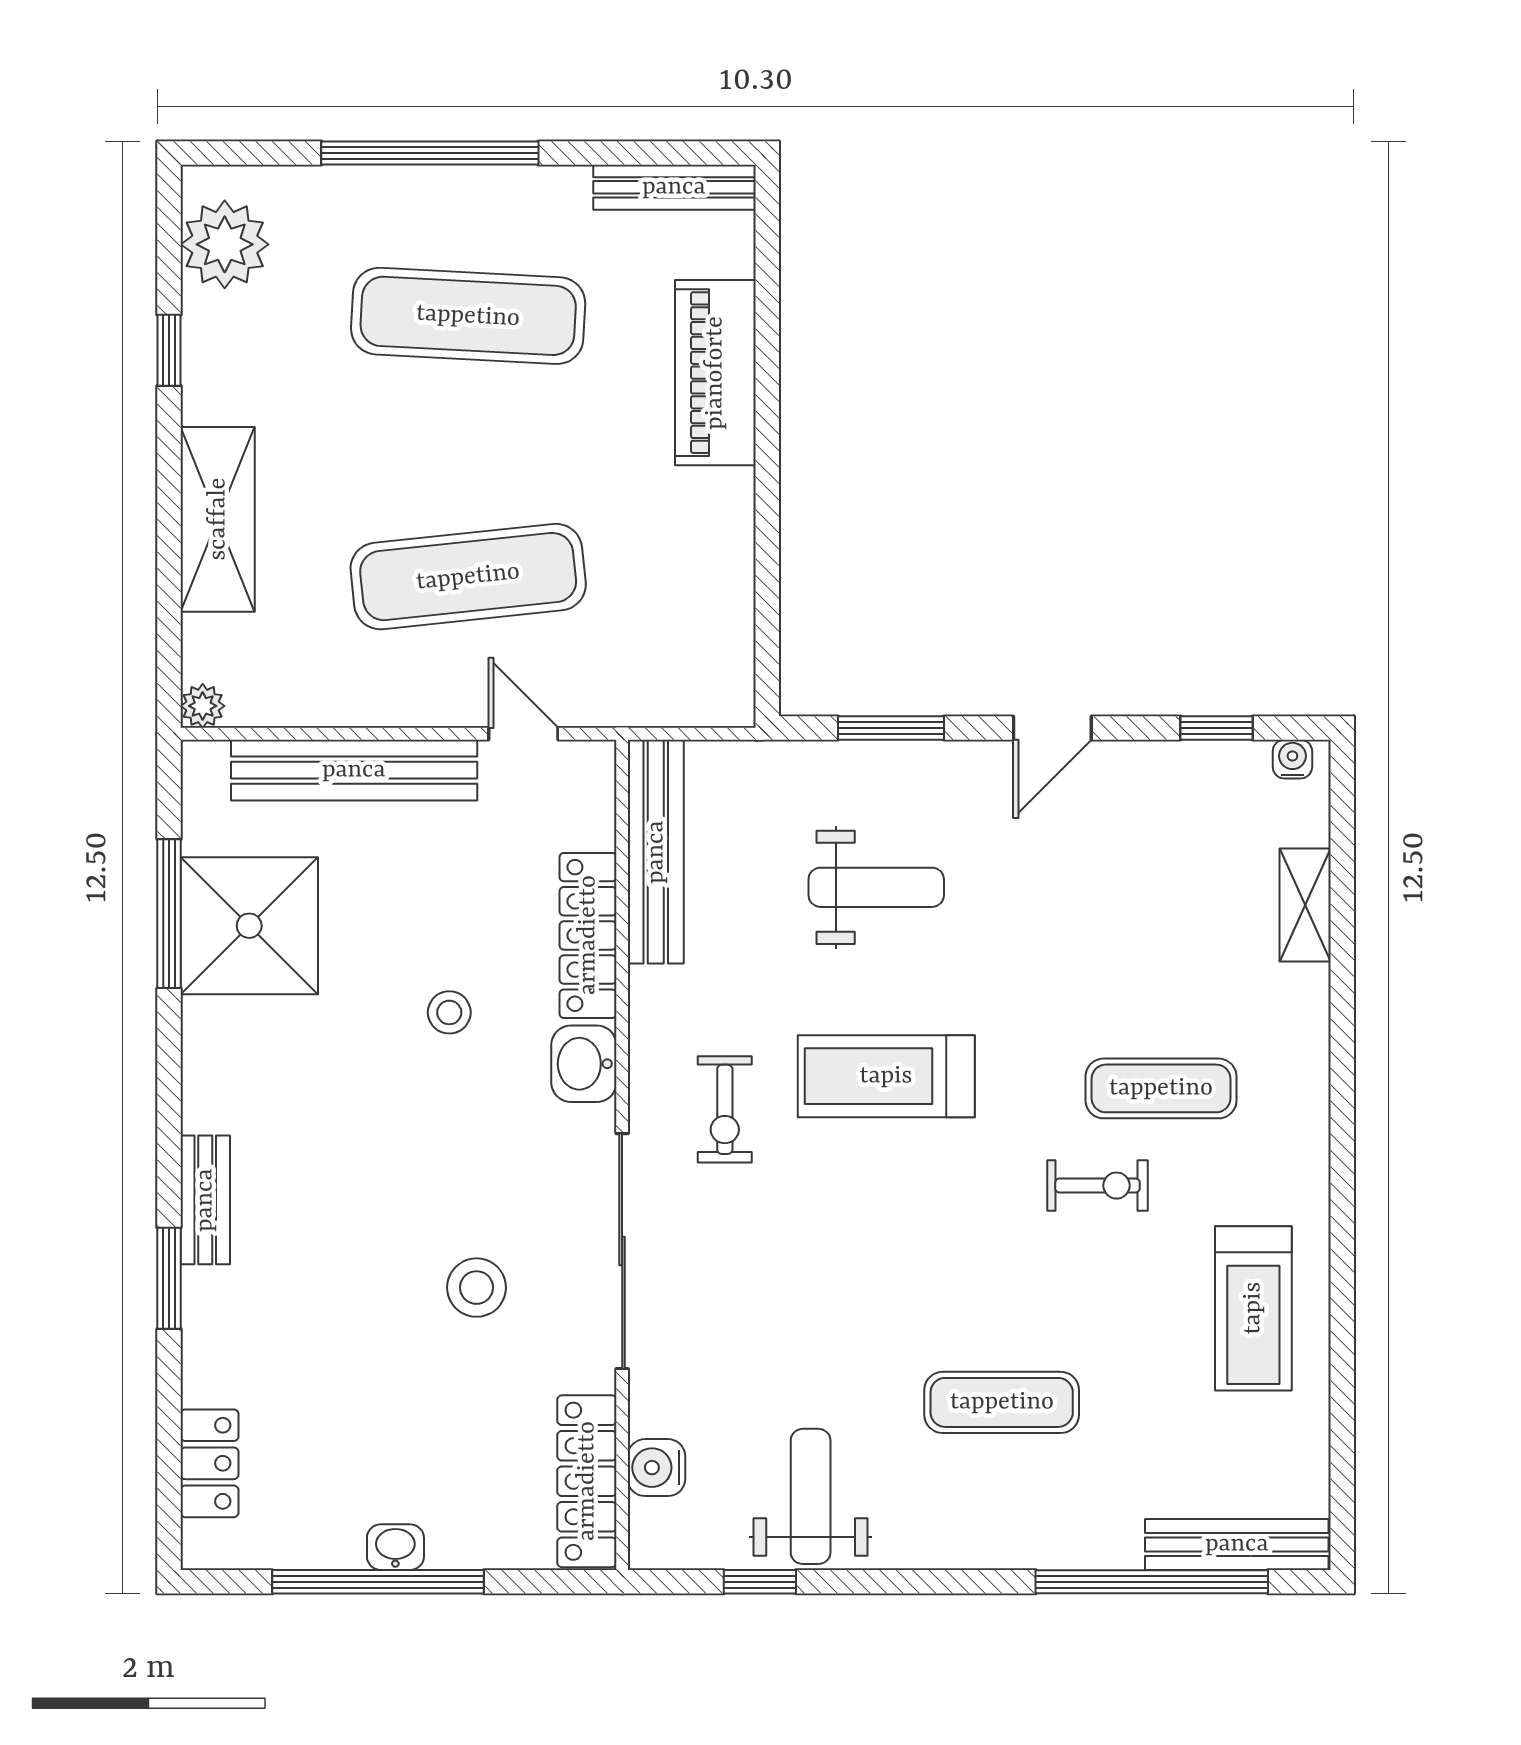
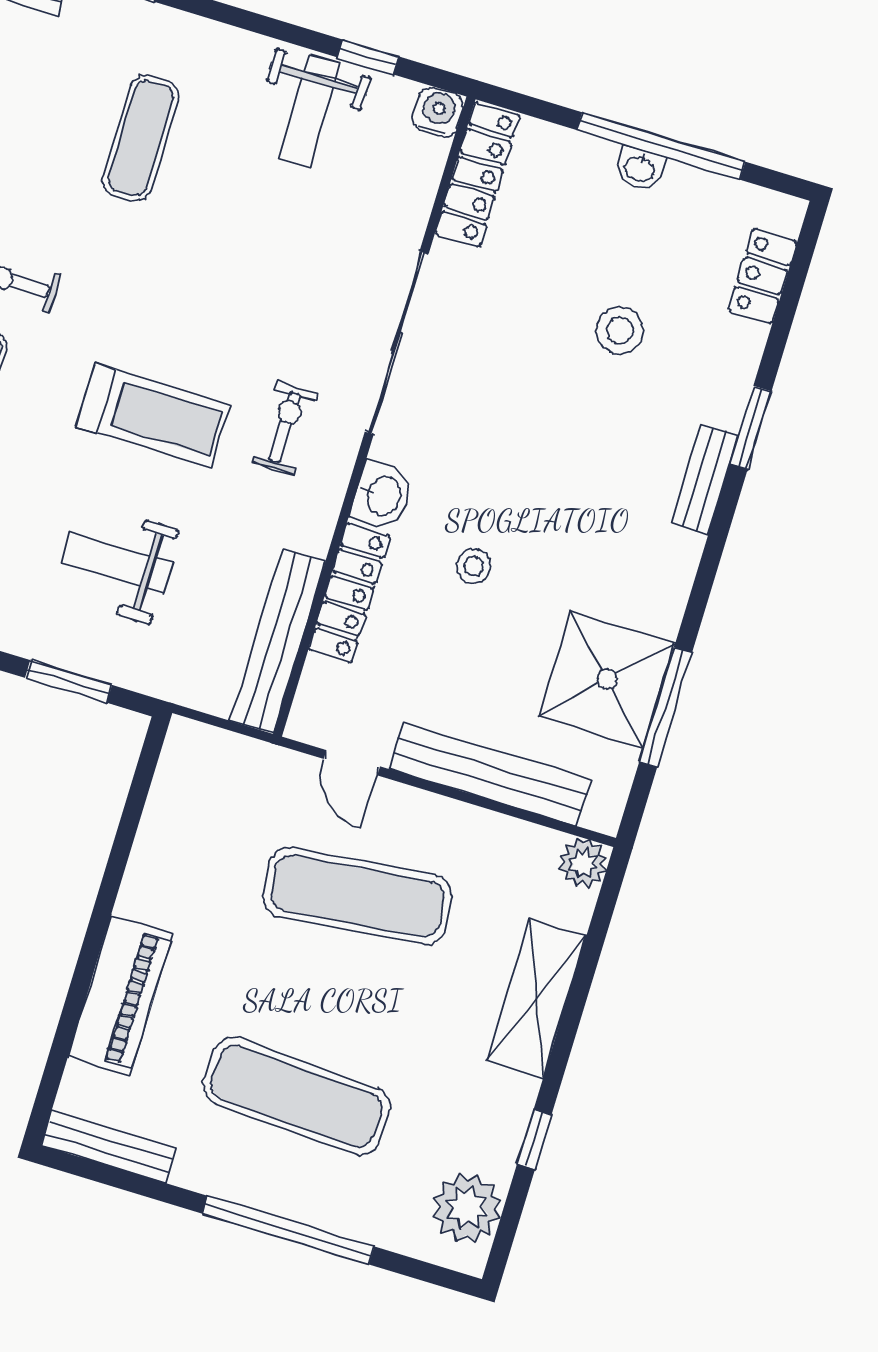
plant: (203, 706) -> (583, 863), width x1.38, depth x1.38
stool: (477, 1288) -> (620, 330), moved
exercise mat: (1002, 1402) -> (141, 138), turned 90
water cooler: (656, 1468) -> (438, 112), moved, turned -90

